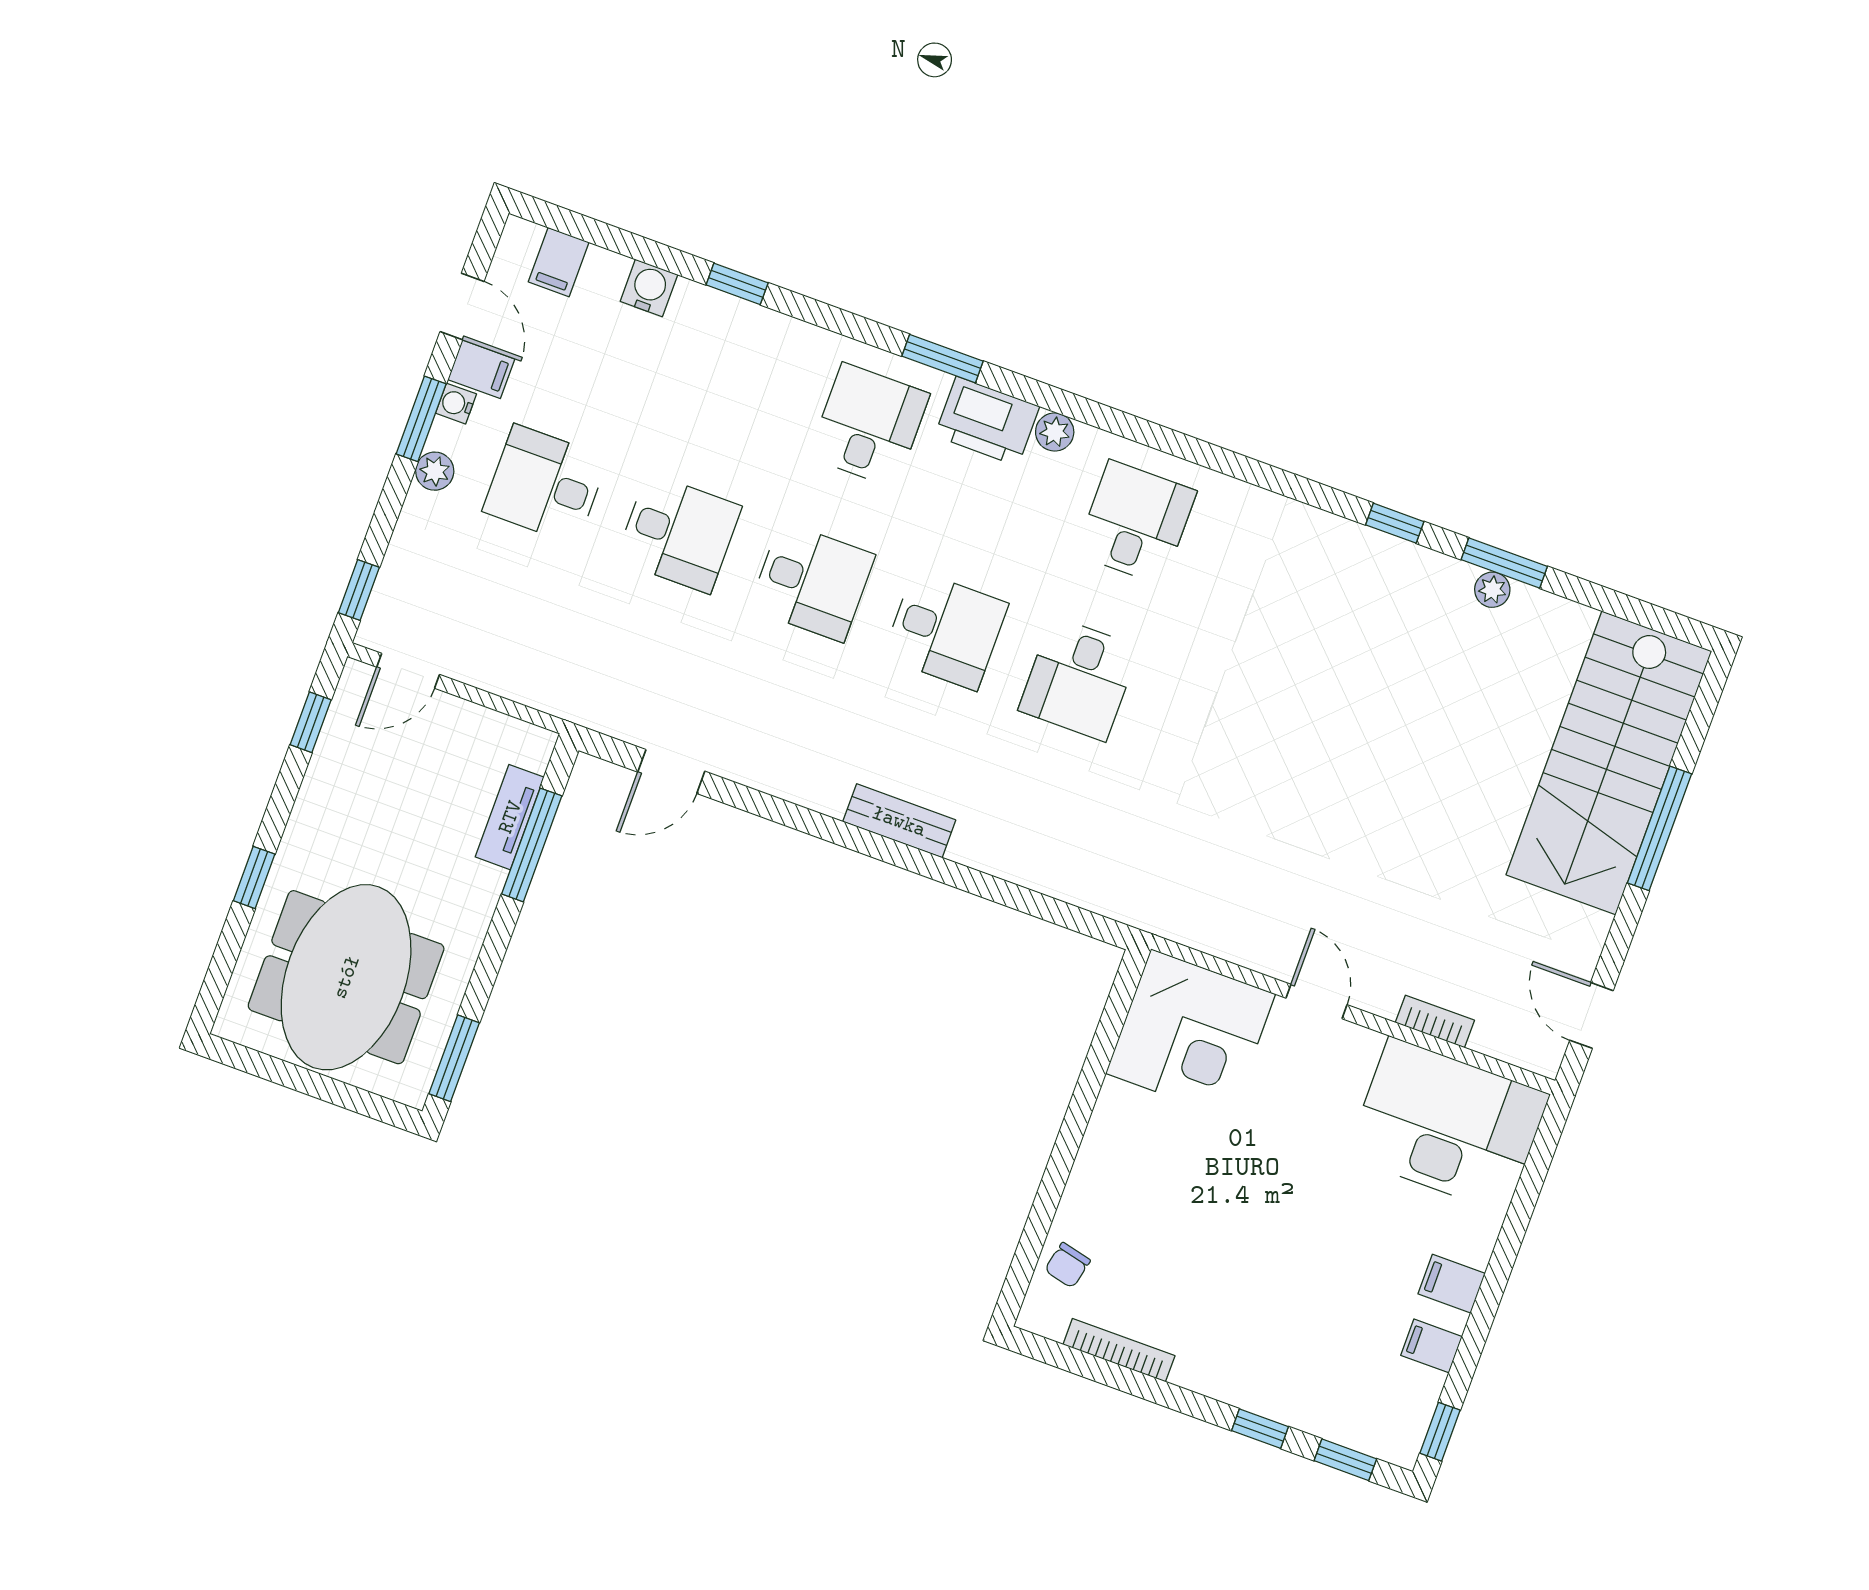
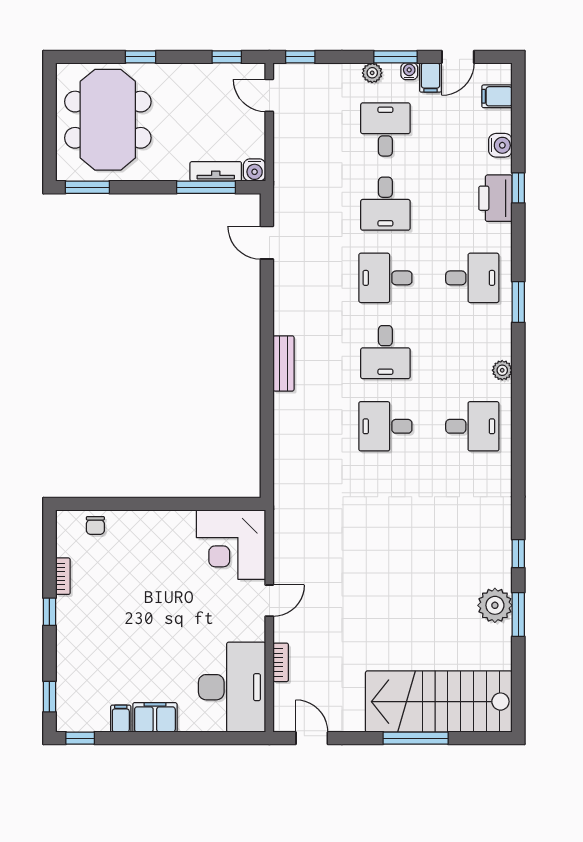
printer: (987, 421) -> (495, 198), moved
desk: (812, 582) -> (385, 278), turned 90
plant: (1492, 590) -> (495, 605), width x1.87, depth x1.87
water cooler: (533, 746) -> (255, 170), added
meeting table: (346, 977) -> (108, 120), turned 90
door: (1592, 1015) -> (312, 738), hinge flipped
chair: (1067, 1265) -> (95, 525), turned -103
filing cabinet: (1452, 1284) -> (155, 717), width x2.00
bookcase: (1119, 1350) -> (63, 576), width x0.64
window: (1260, 1429) -> (49, 612), moved

